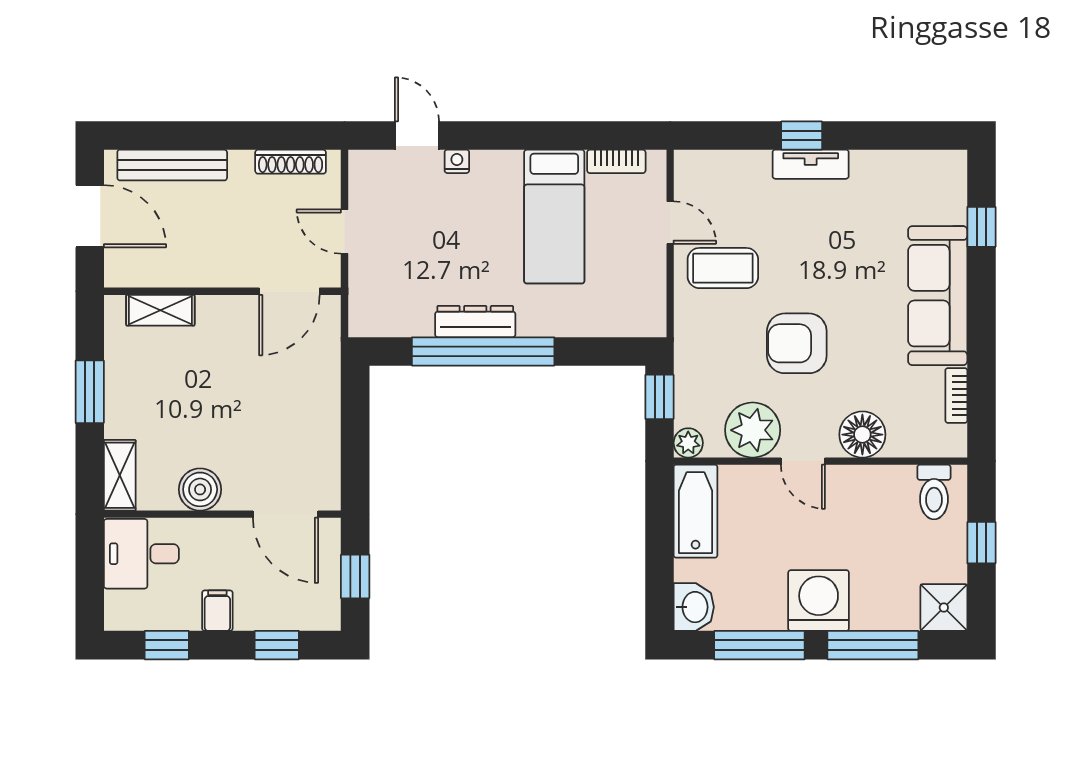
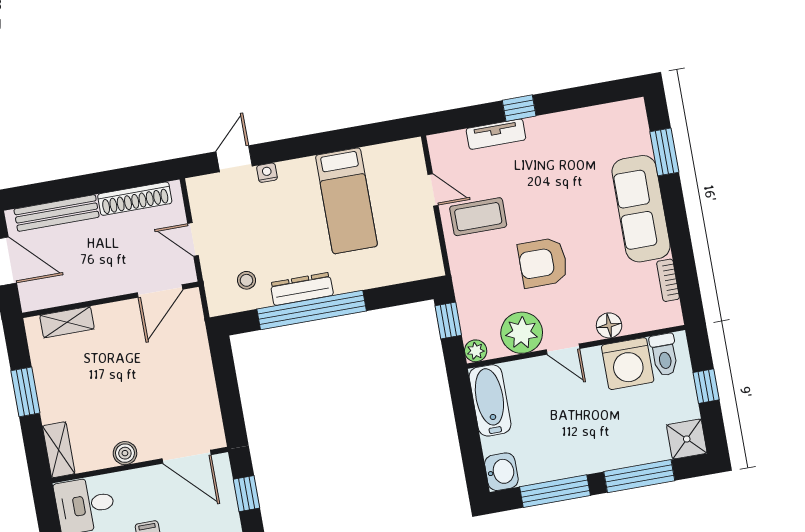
door: (417, 136) -> (234, 159), hinge flipped
bookcase: (616, 161) -> (385, 152), removed
shoe rack: (291, 162) -> (135, 199), width x1.36, depth x1.24
tv unit: (811, 164) -> (496, 134), moved
window: (981, 227) -> (664, 152), width x1.50
stool: (405, 297) -> (246, 280), added
floor lamp: (862, 435) -> (609, 325), width x0.73, depth x0.73
boiler: (200, 489) -> (125, 453), width x0.73, depth x0.73
washing machine: (819, 601) -> (628, 364), moved, turned 180

